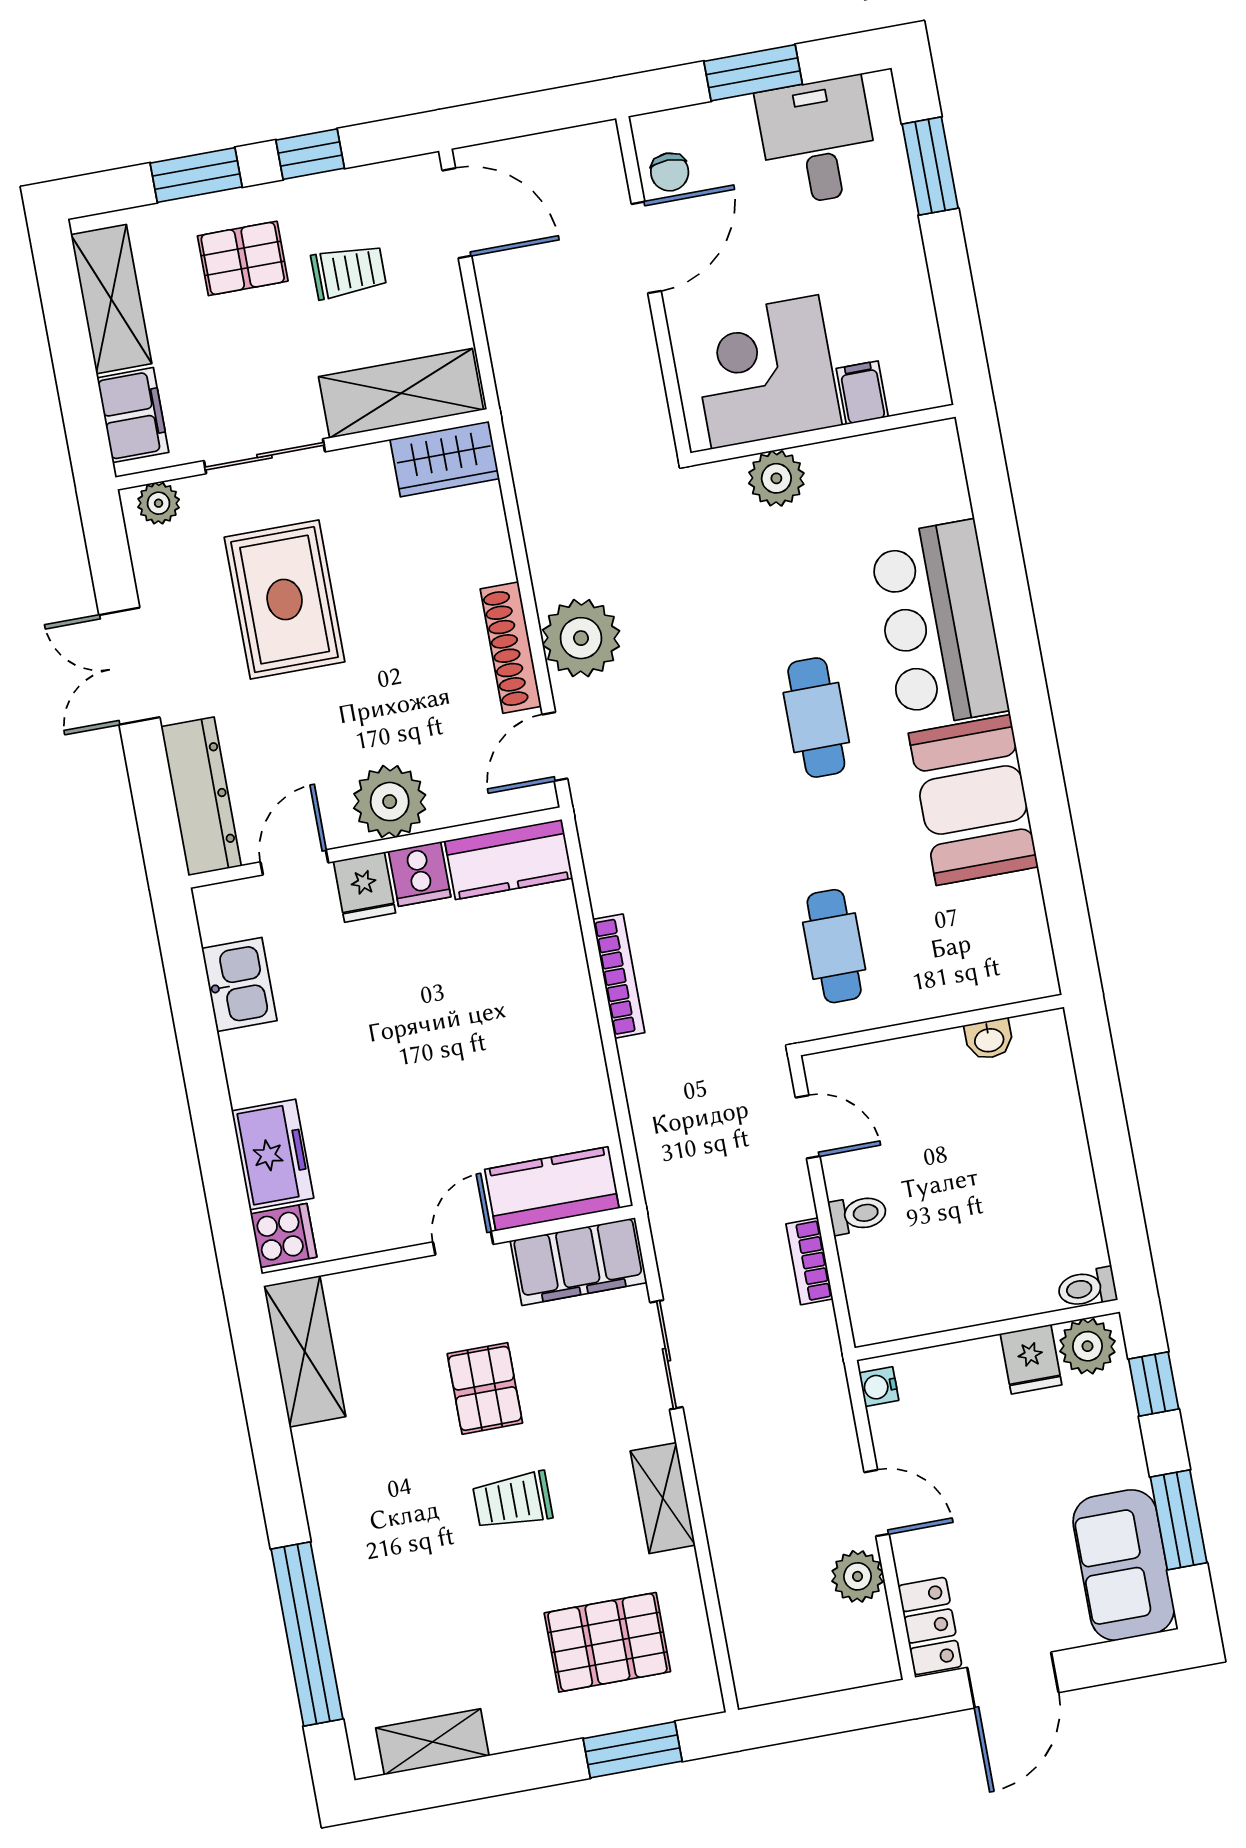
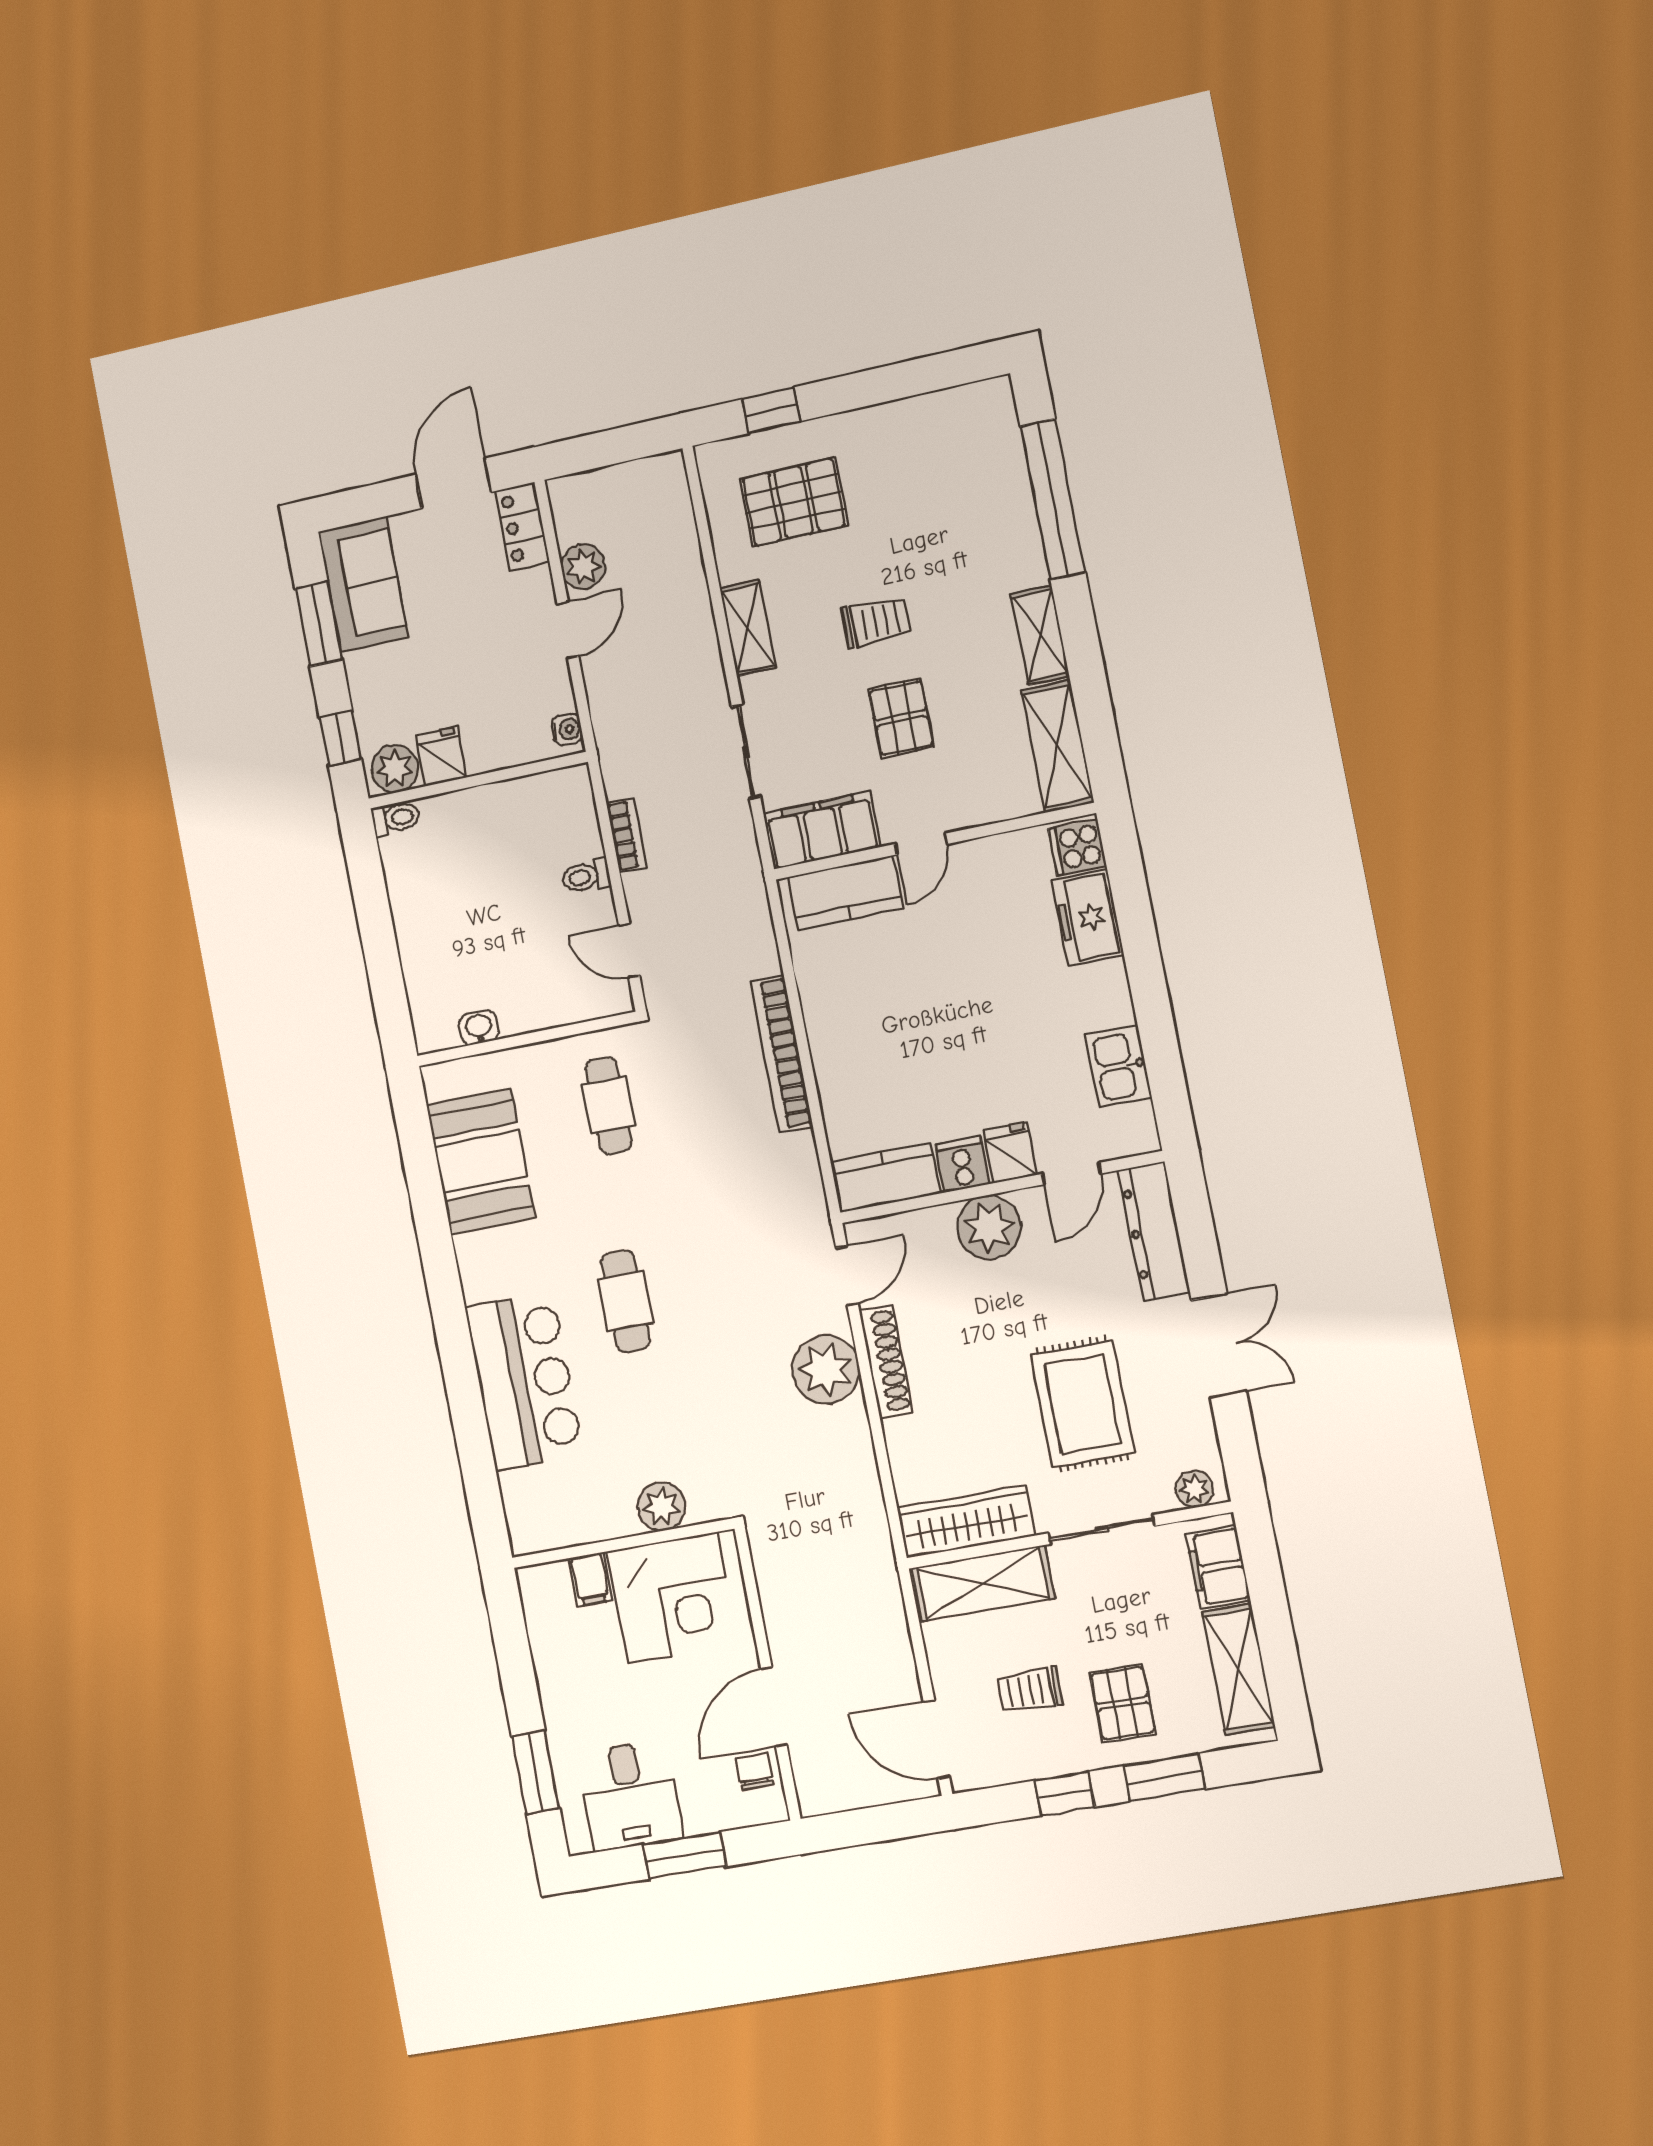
pallet: (243, 258) -> (1123, 1703), turned 90
wardrobe: (445, 459) -> (966, 1522), width x1.50
booth: (973, 800) -> (481, 1162), moved
bookcase: (619, 976) -> (781, 1054), width x1.48, depth x1.31
door: (877, 1503) -> (568, 630), swing flipped
shelving: (432, 1742) -> (1040, 635), moved, turned 90
window: (633, 1750) -> (771, 410), width x0.67

